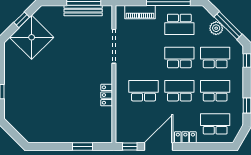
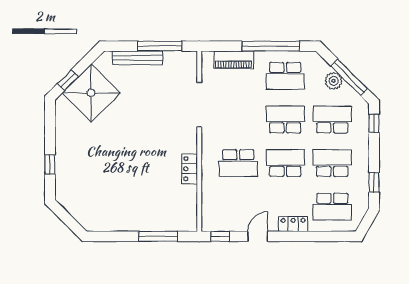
bench: (83, 11) -> (138, 58), moved
window: (22, 20) -> (68, 80), moved
school desk: (143, 91) -> (238, 163), turned 180
school desk: (215, 124) -> (332, 207), turned 180
window: (83, 147) -> (158, 236), width x1.44
door: (158, 147) -> (258, 236), width x0.53

